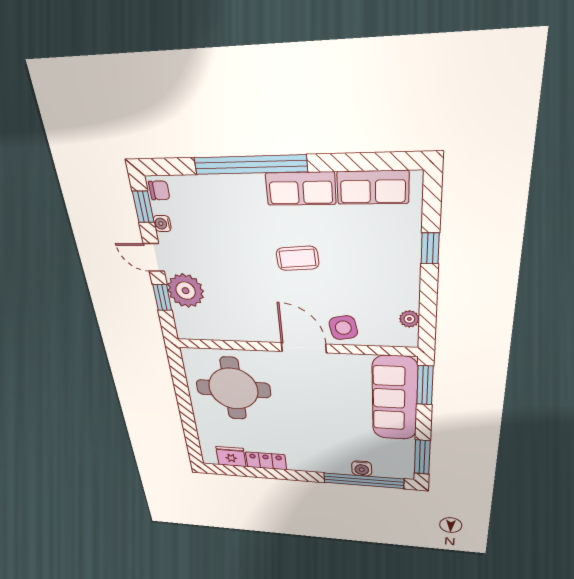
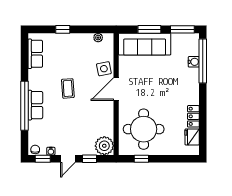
row of seats: (301, 189) -> (35, 105), moved
plant: (186, 291) -> (104, 146), moved
window: (180, 383) -> (141, 159), added
window: (425, 385) -> (149, 29), moved

